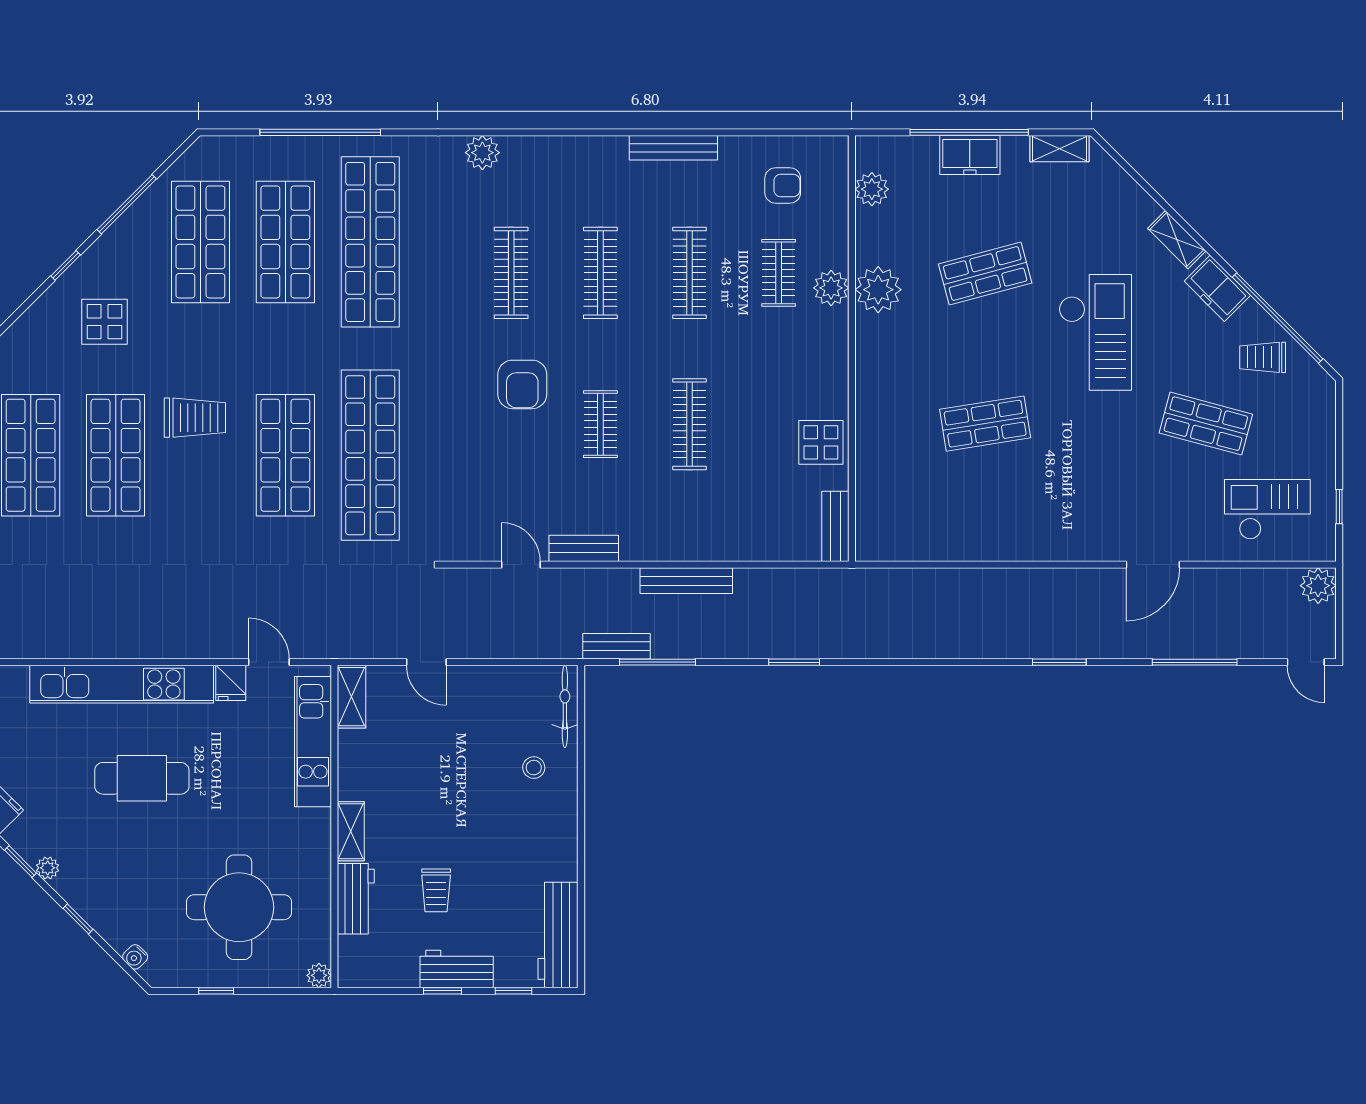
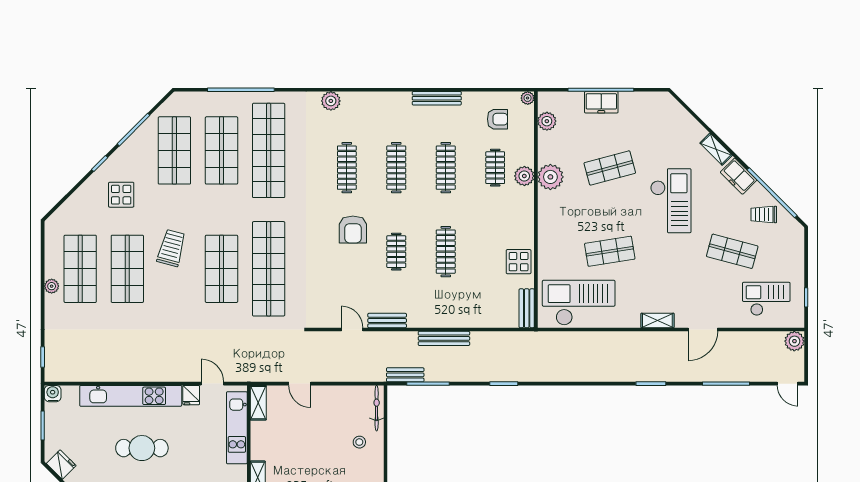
plant: (837, 147) -> (528, 98), added
shelving: (1060, 149) -> (657, 321), moved
trolley: (195, 418) -> (171, 248), turned -75
checkout: (929, 516) -> (579, 303), added

